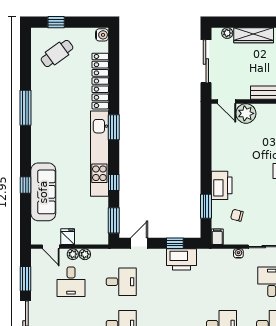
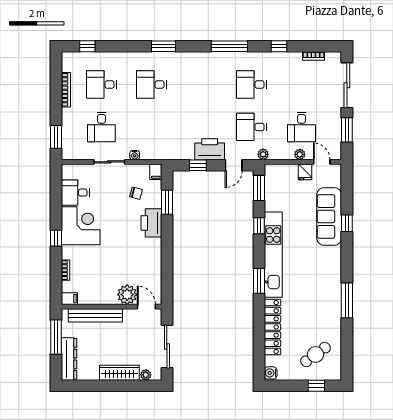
plant: (85, 254) -> (263, 154), moved
printer: (181, 259) -> (210, 149), moved
desk: (71, 282) -> (301, 127), turned 180

